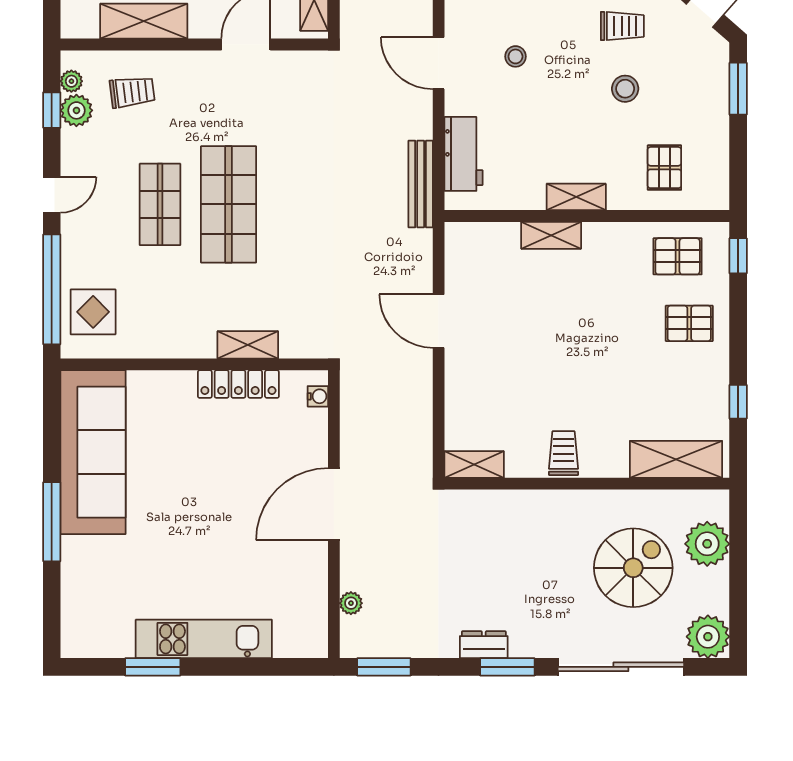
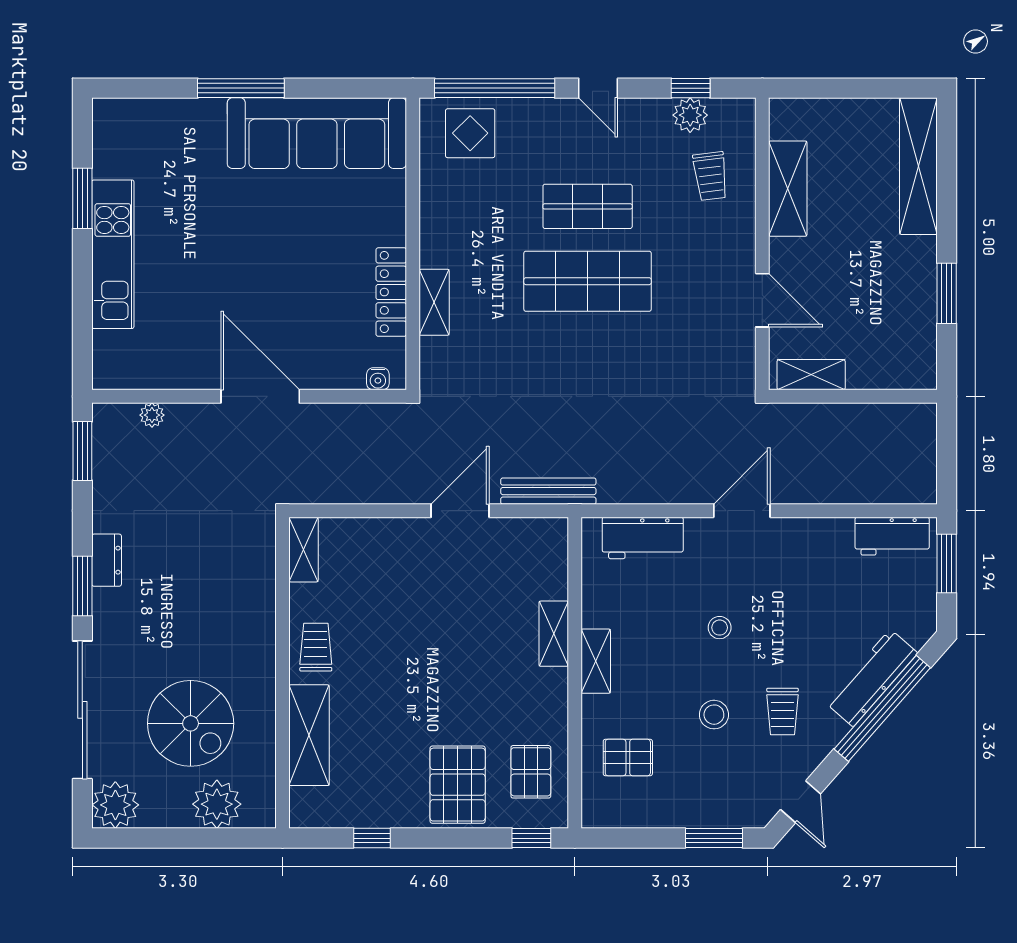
stool: (515, 56) -> (720, 628), moved
plant: (71, 81) -> (722, 110), removed
bench: (421, 184) -> (548, 491), moved
pallet: (689, 323) -> (458, 785), width x1.50, depth x1.42
trolley: (563, 453) -> (316, 647), turned -90
shelving: (676, 459) -> (309, 735), moved

